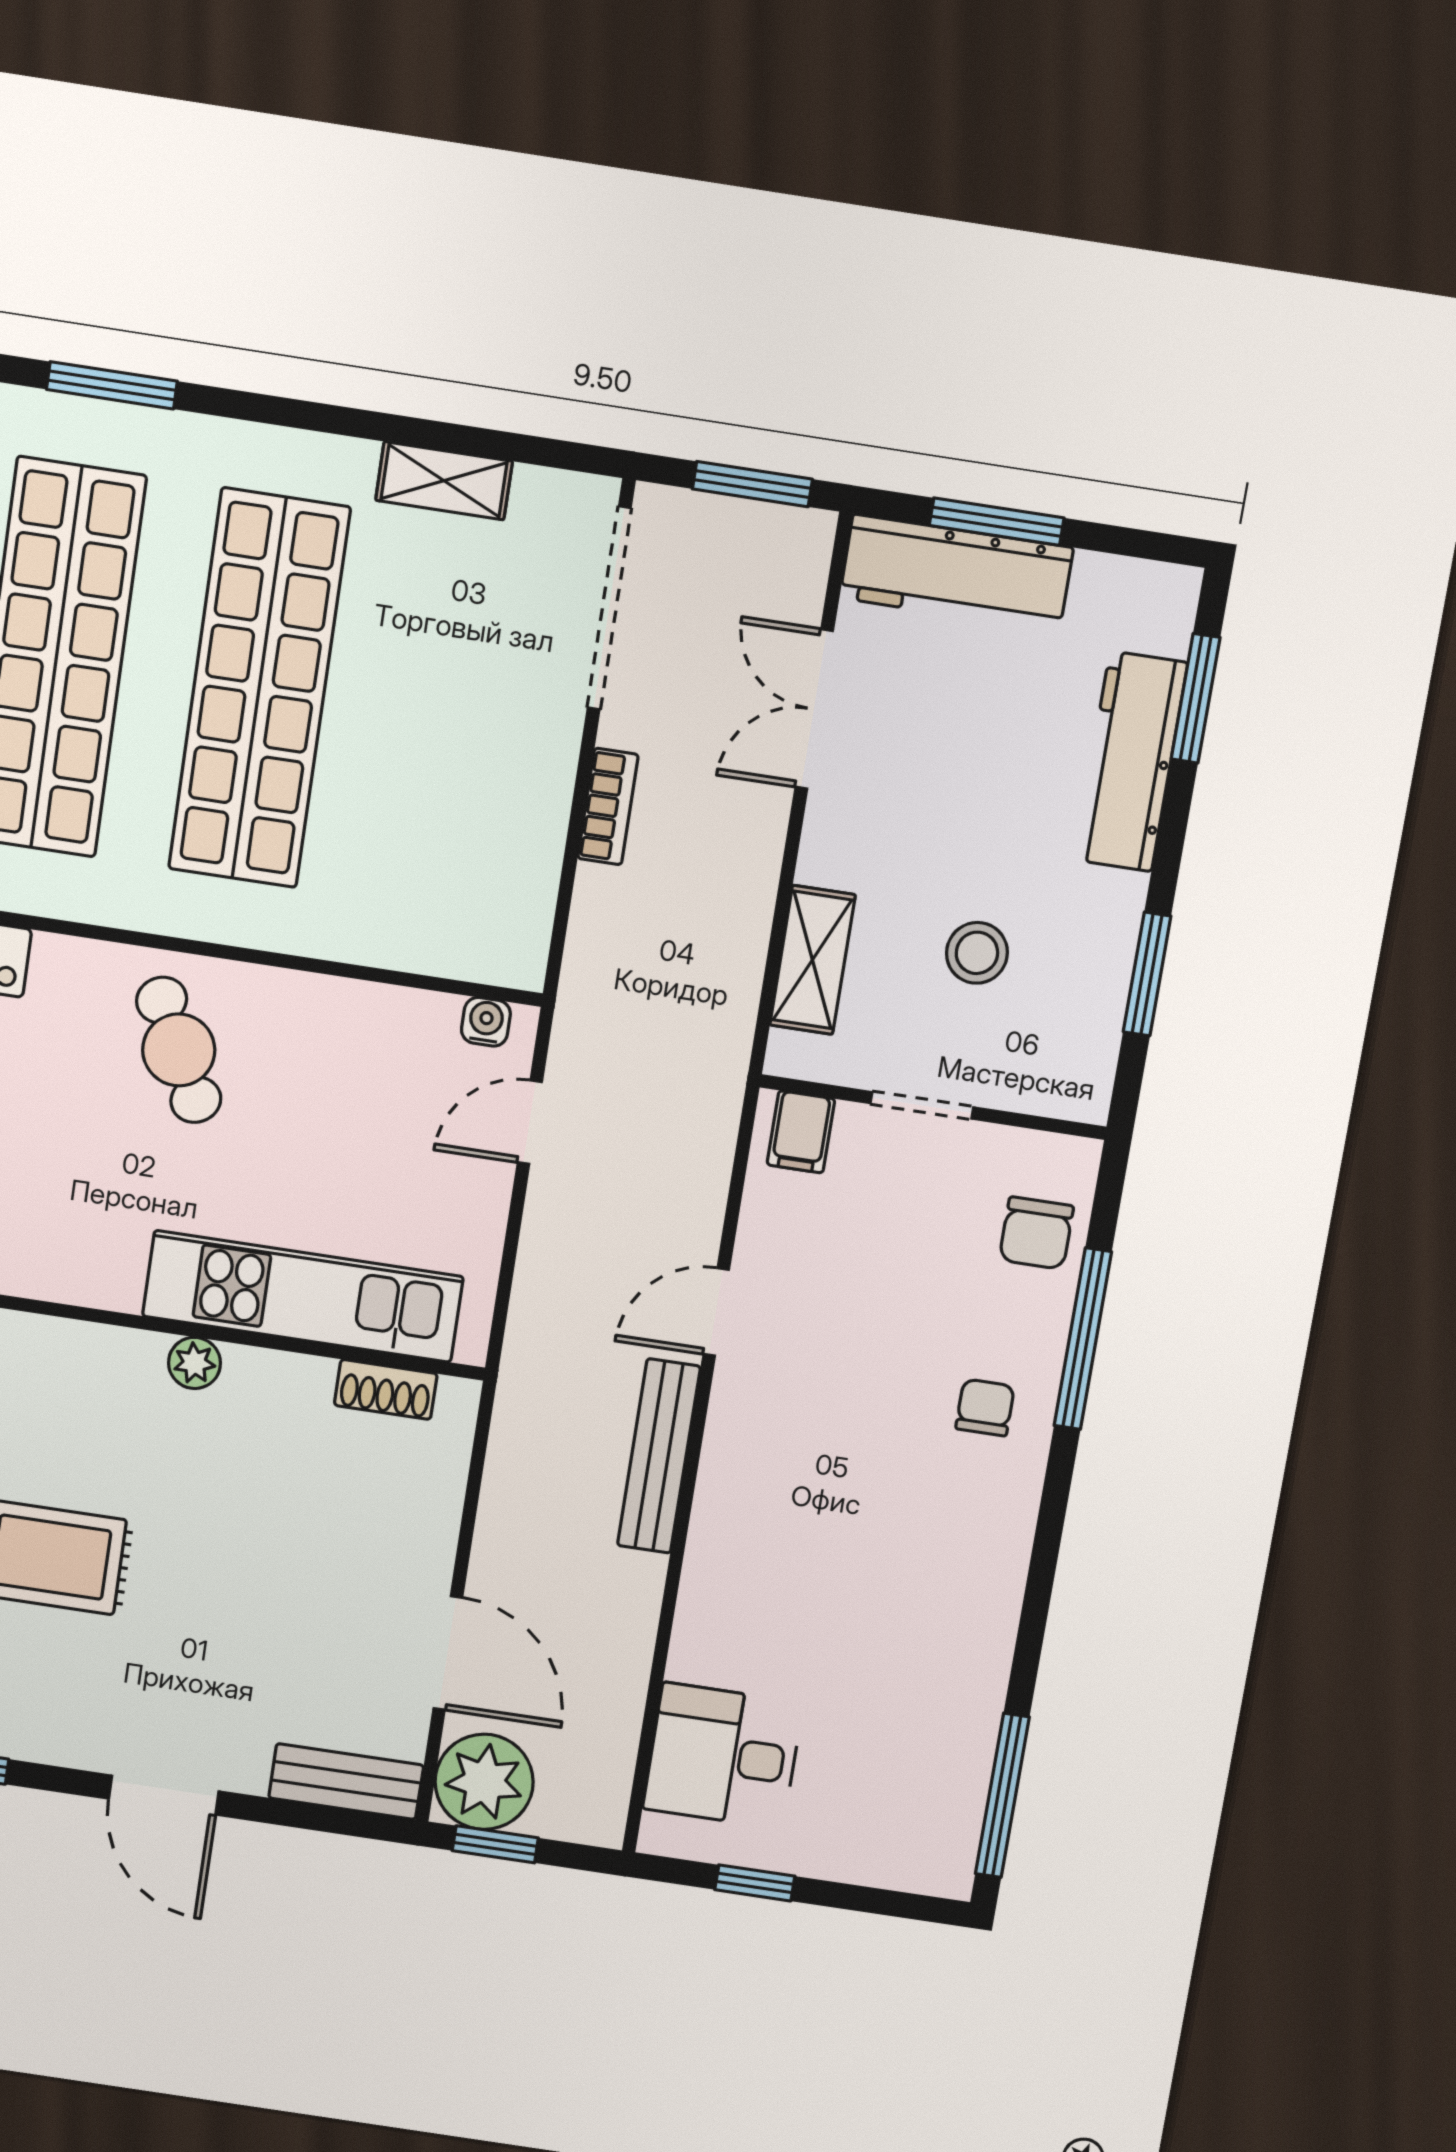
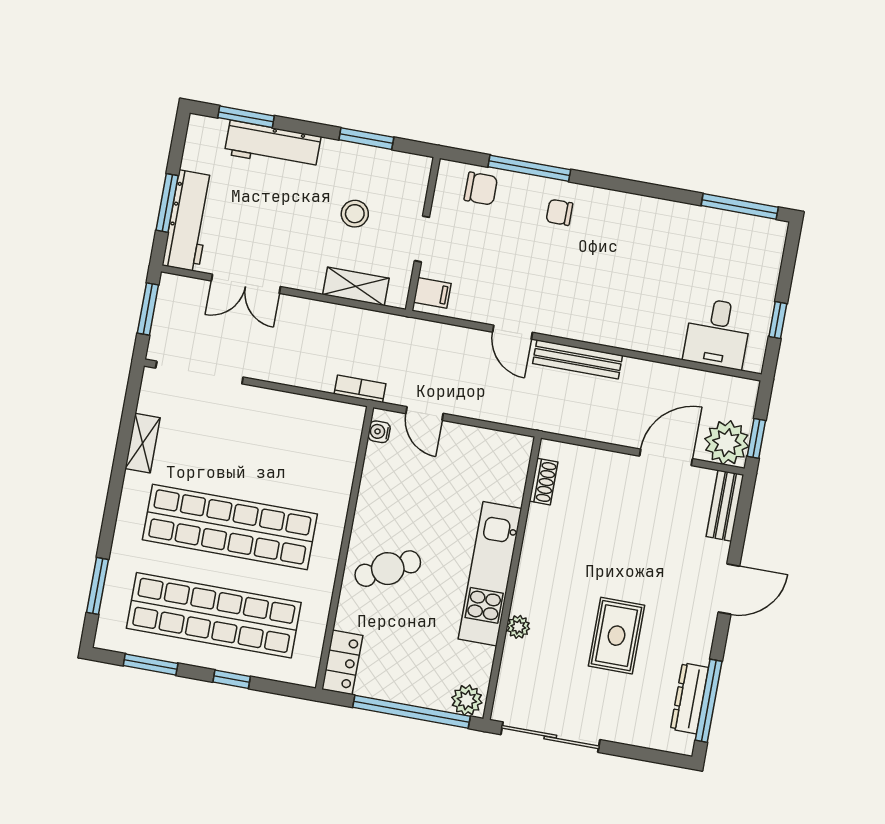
bookcase: (608, 807) -> (360, 389), moved
kitchen unit: (303, 1296) -> (490, 574), moved
plant: (195, 1363) -> (518, 627), moved

